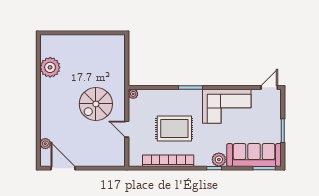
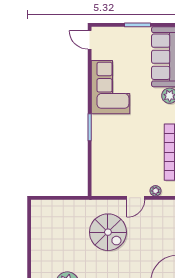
plant: (133, 94) -> (155, 191), moved
rug: (174, 129) -> (135, 145), removed

